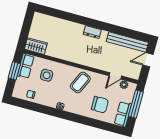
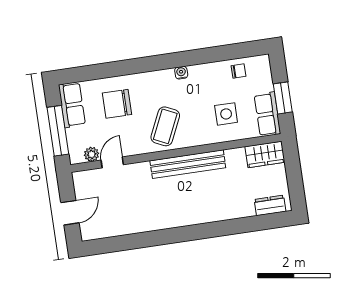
dresser: (92, 32) -> (270, 205), moved
bench: (127, 42) -> (188, 164), moved

